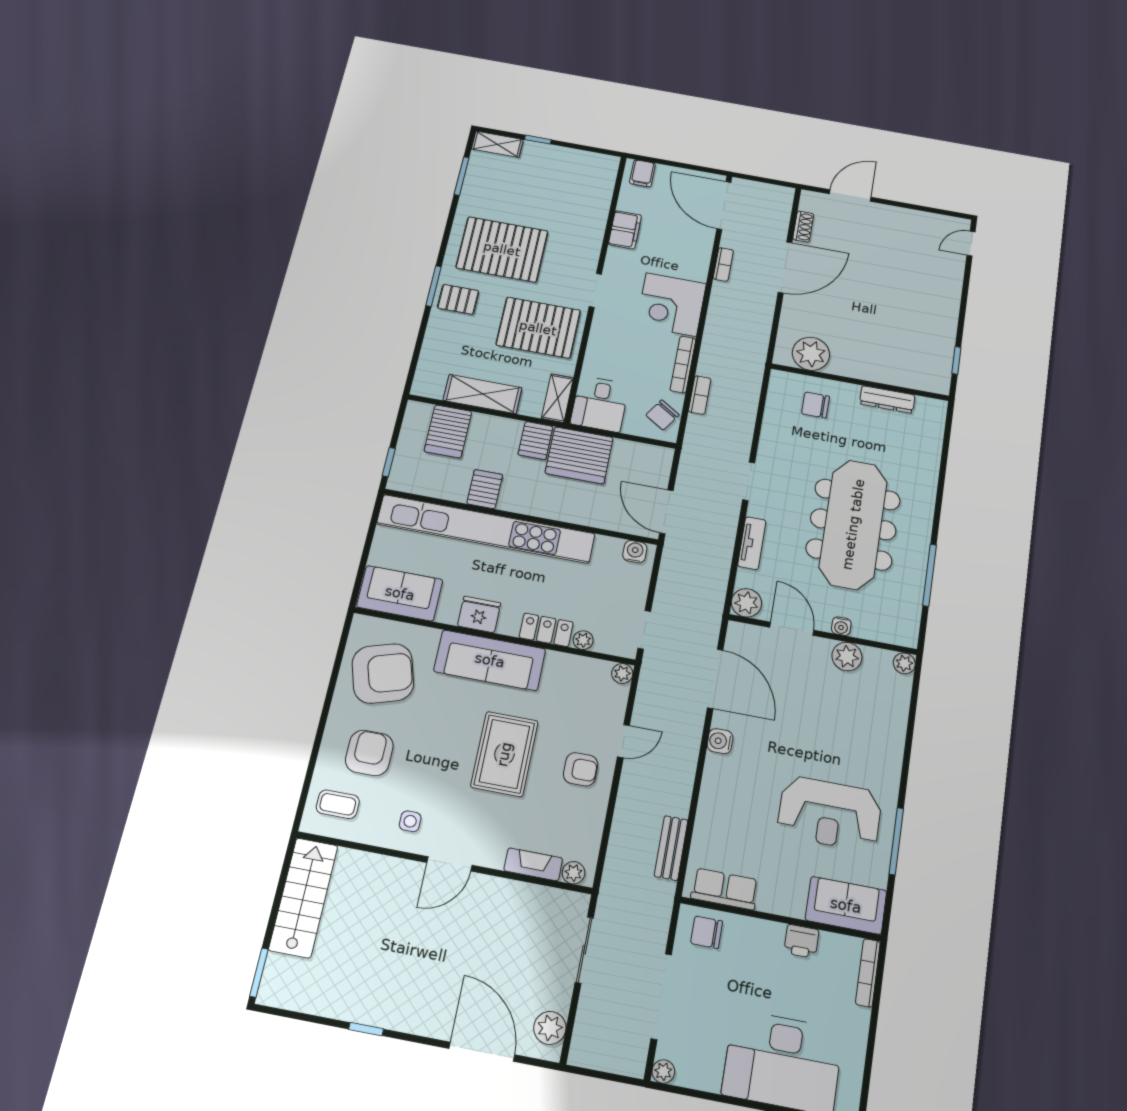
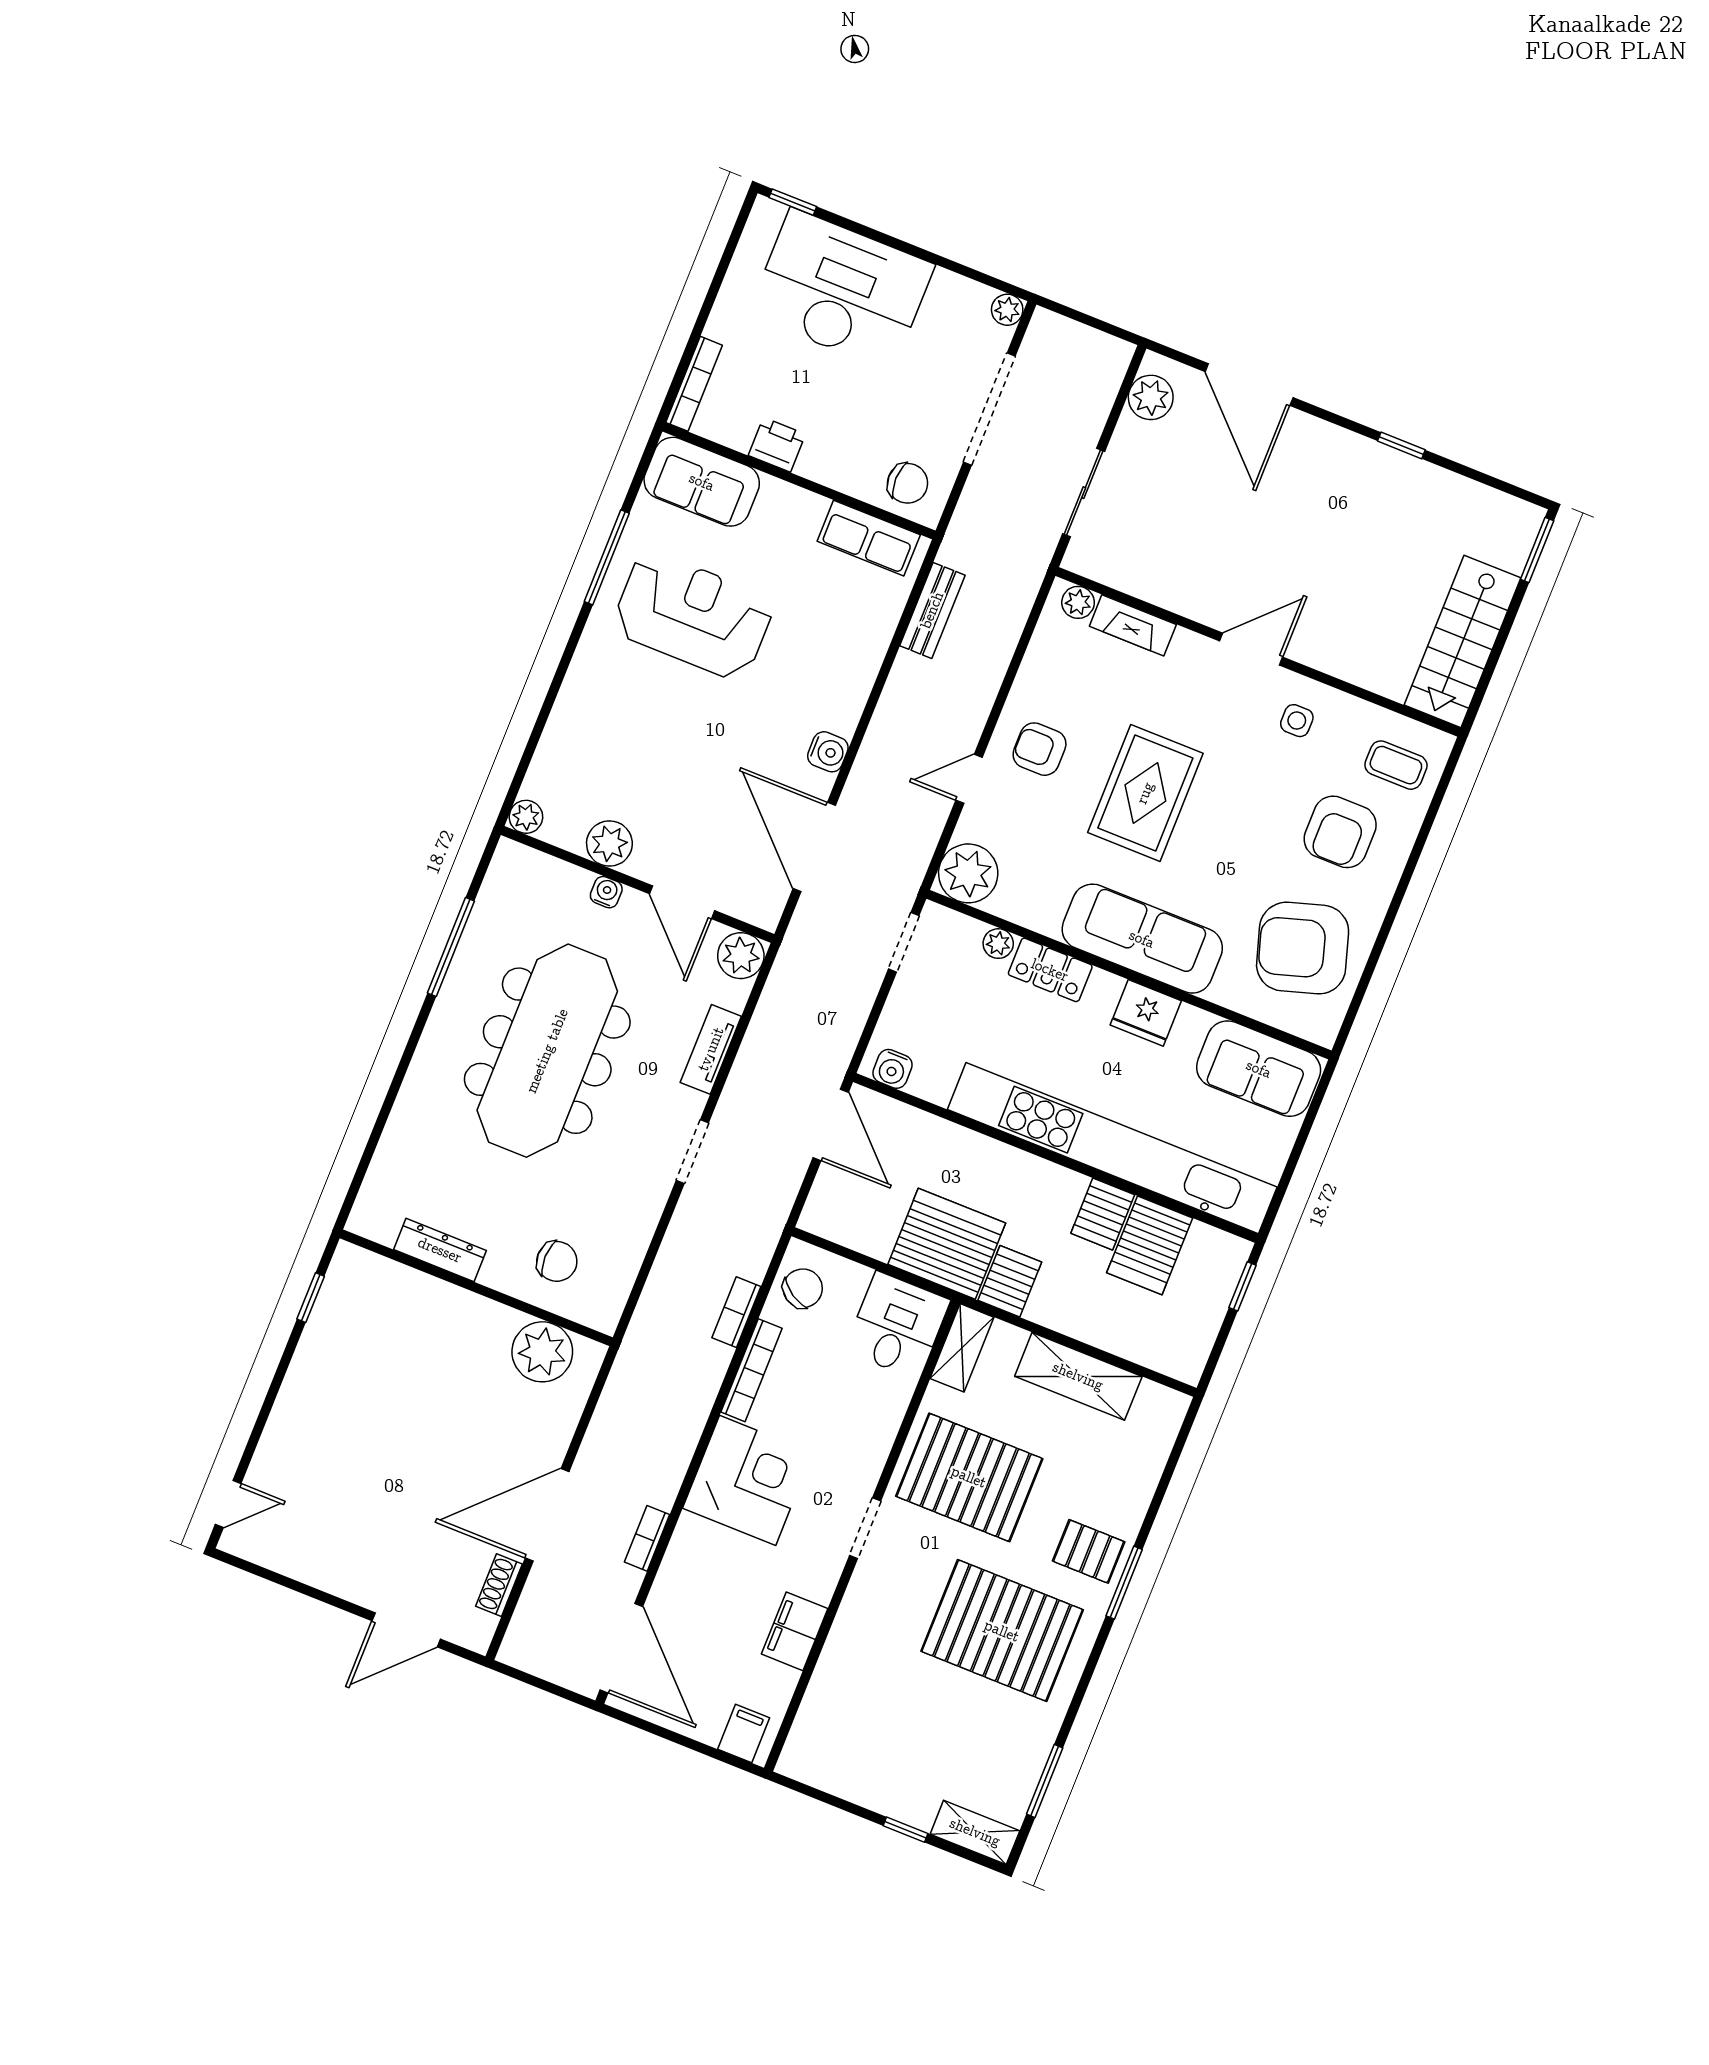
server rack: (448, 431) -> (1150, 1245), moved, turned 180
plant: (622, 674) -> (968, 873), width x1.88, depth x1.88

